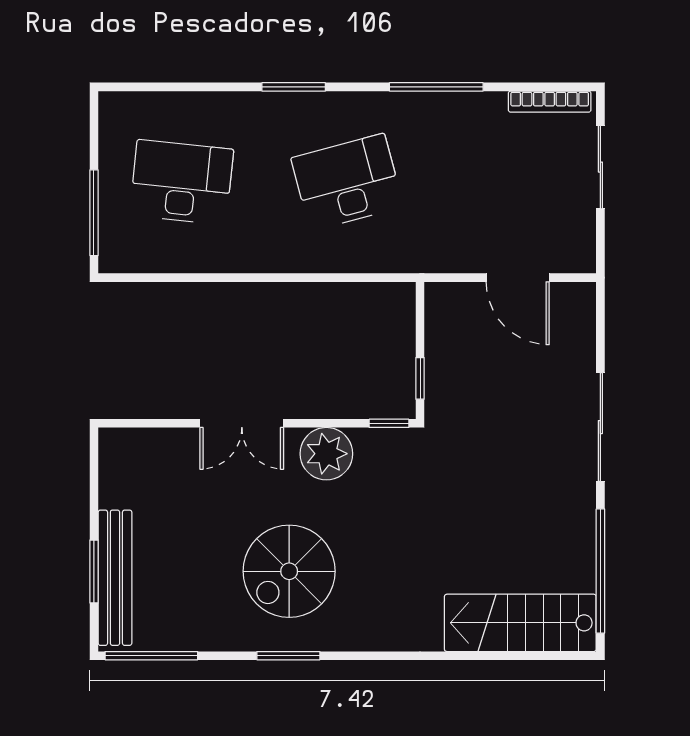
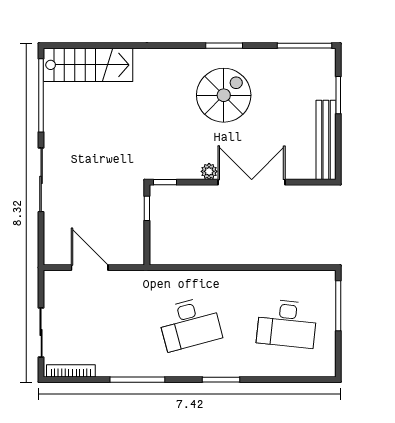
double door: (242, 423) -> (252, 182), width x1.37
plant: (326, 454) -> (209, 171), width x0.53, depth x0.53
bench: (115, 578) -> (326, 140), moved

